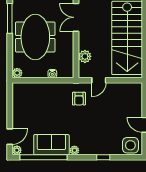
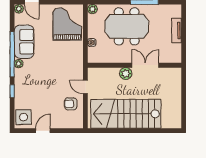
plant: (85, 56) -> (126, 74), moved
grand piano: (33, 99) -> (67, 24), added
armchair: (79, 99) -> (71, 104), moved
window: (44, 157) -> (12, 54), moved

